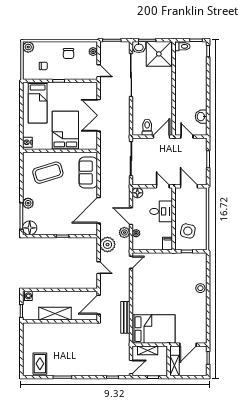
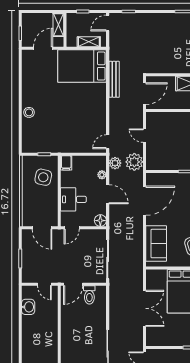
door: (163, 186) -> (72, 228), hinge flipped
plant: (124, 233) -> (115, 163), moved

